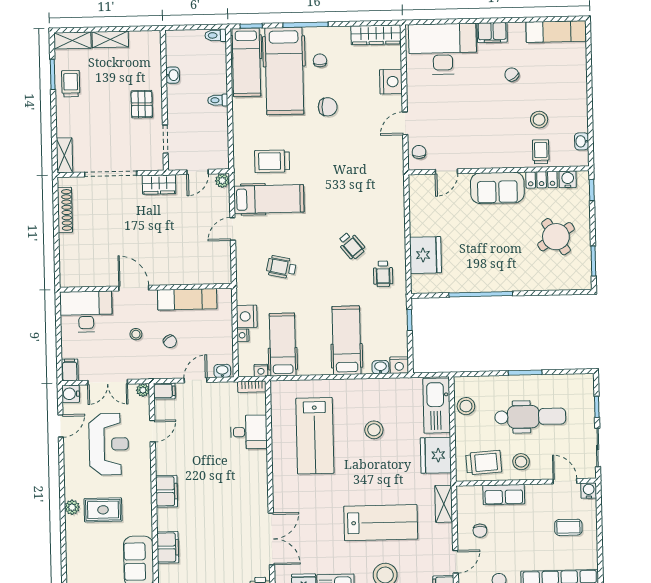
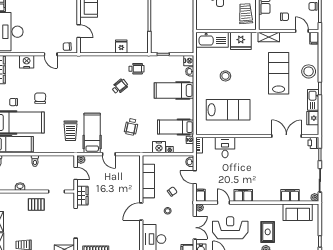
fridge: (426, 255) -> (121, 46), width x0.53, depth x0.75
stool: (466, 406) -> (213, 23), removed
filing cabinet: (167, 491) -> (243, 195), moved

